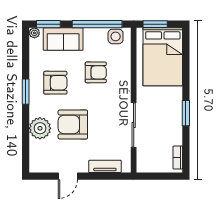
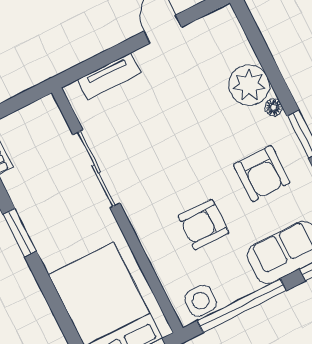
armchair: (55, 83) -> (262, 174), turned -90
floor lamp: (34, 112) -> (273, 107), added
armchair: (73, 124) -> (198, 119), removed

